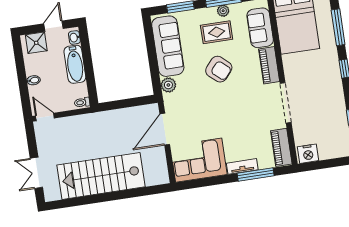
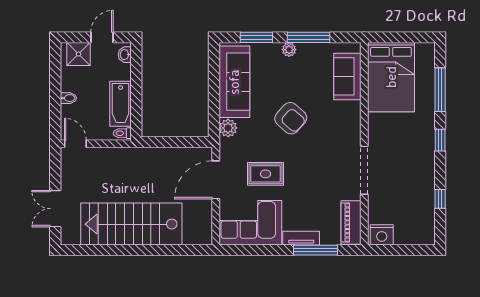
plant: (223, 11) -> (289, 50), moved
rug: (217, 32) -> (266, 174), moved
bathtub: (75, 64) -> (121, 104), moved
piano: (269, 65) -> (351, 123), removed

